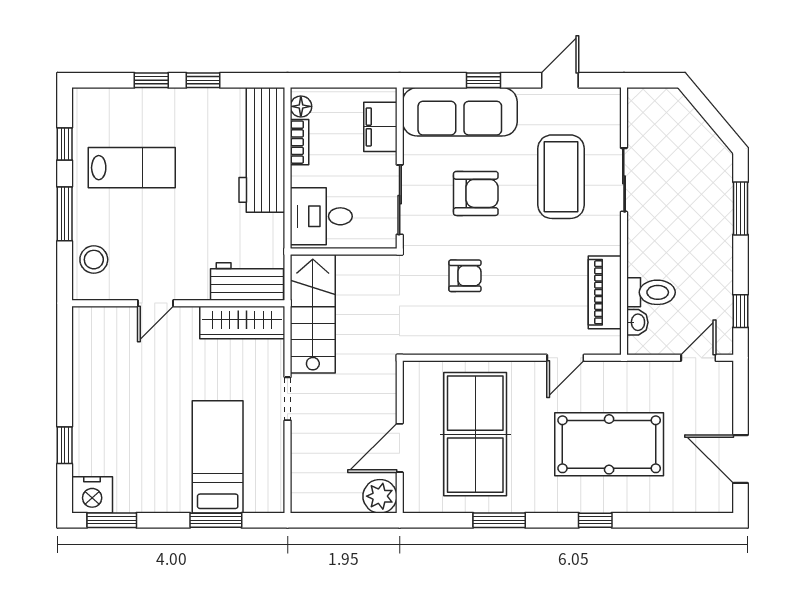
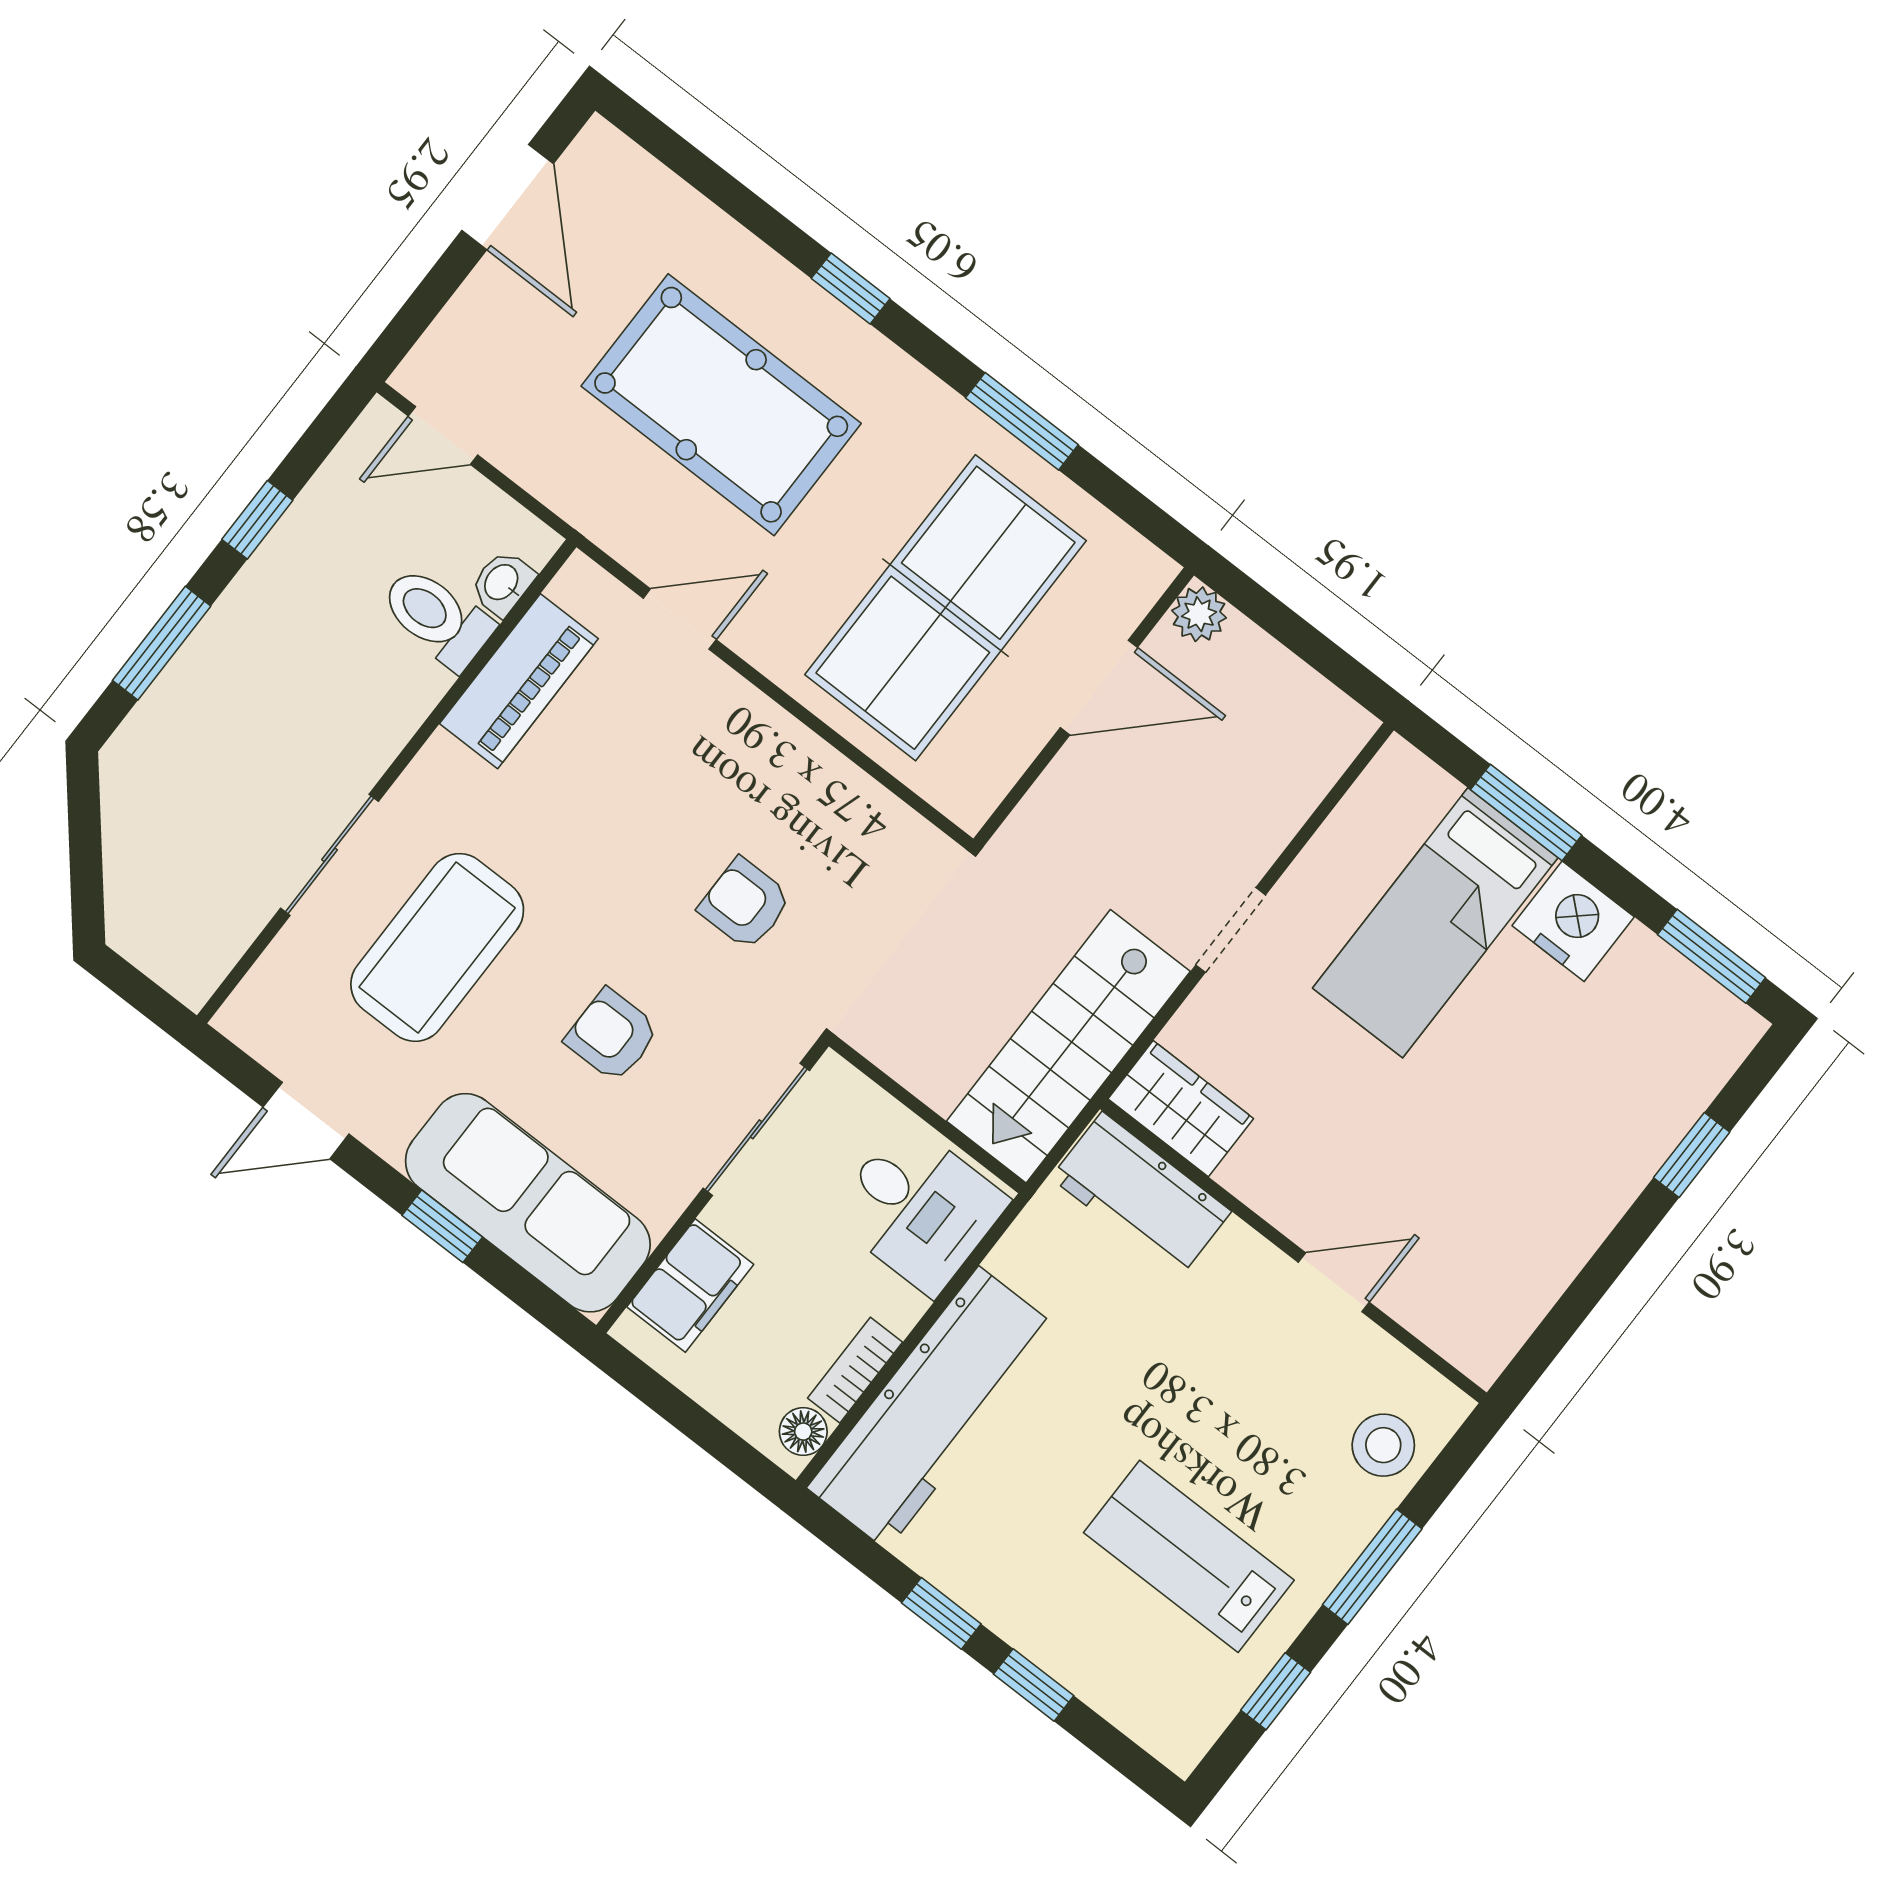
armchair: (476, 193) -> (612, 1035), width x0.72, depth x0.72
window: (740, 311) -> (257, 520), moved
wardrobe: (242, 322) -> (1181, 1109), width x0.67
nightstand: (92, 495) -> (1573, 921), moved
plant: (380, 496) -> (1199, 614), width x0.73, depth x0.73

